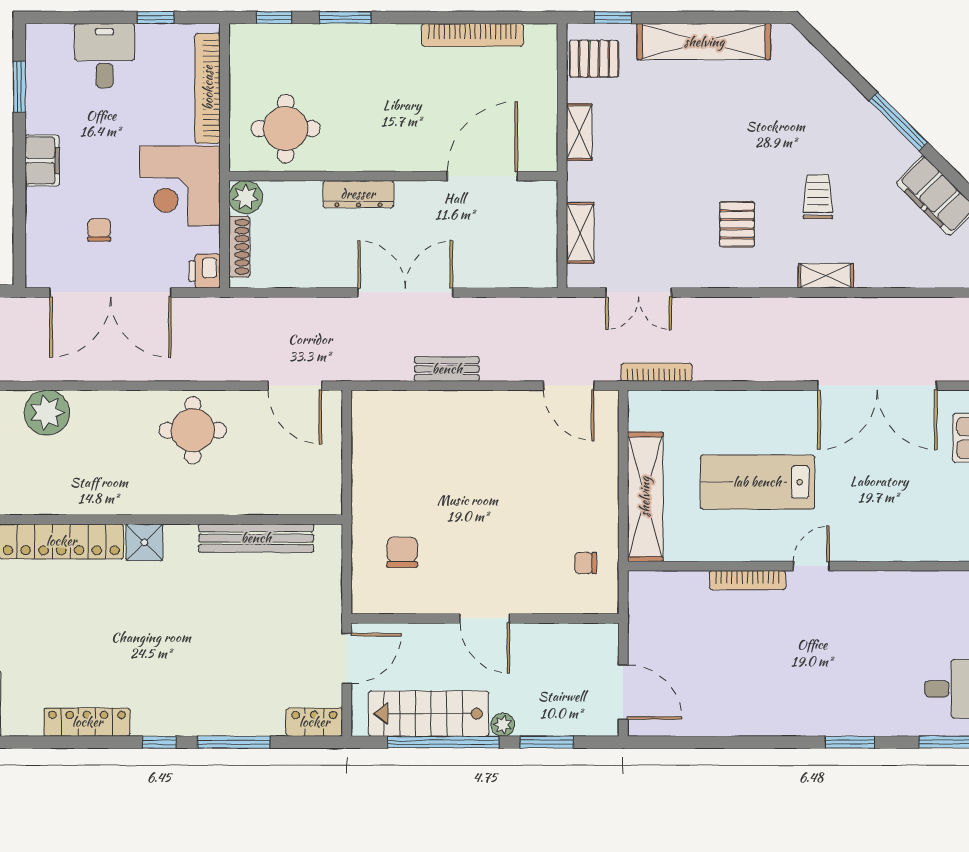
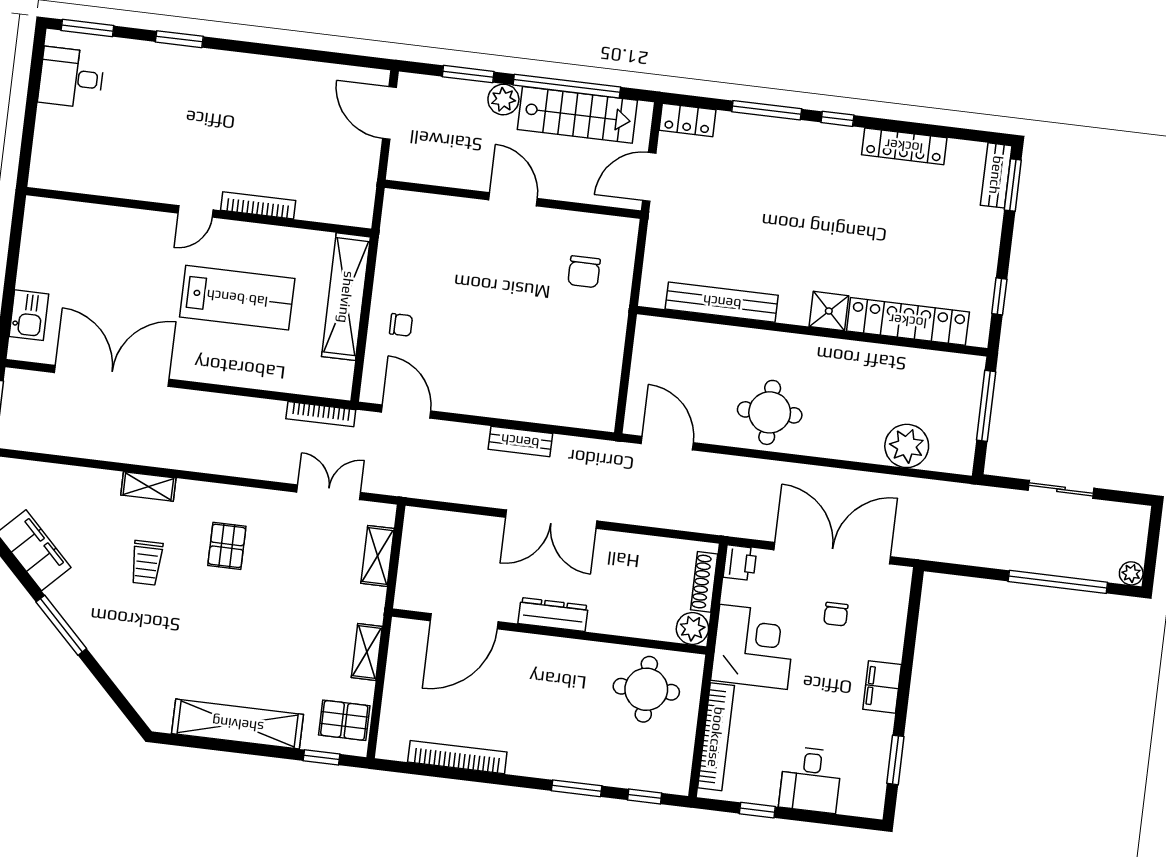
dresser: (358, 194) -> (553, 614), moved
chair: (586, 563) -> (401, 325), moved
plant: (503, 725) -> (503, 100), width x1.38, depth x1.38

